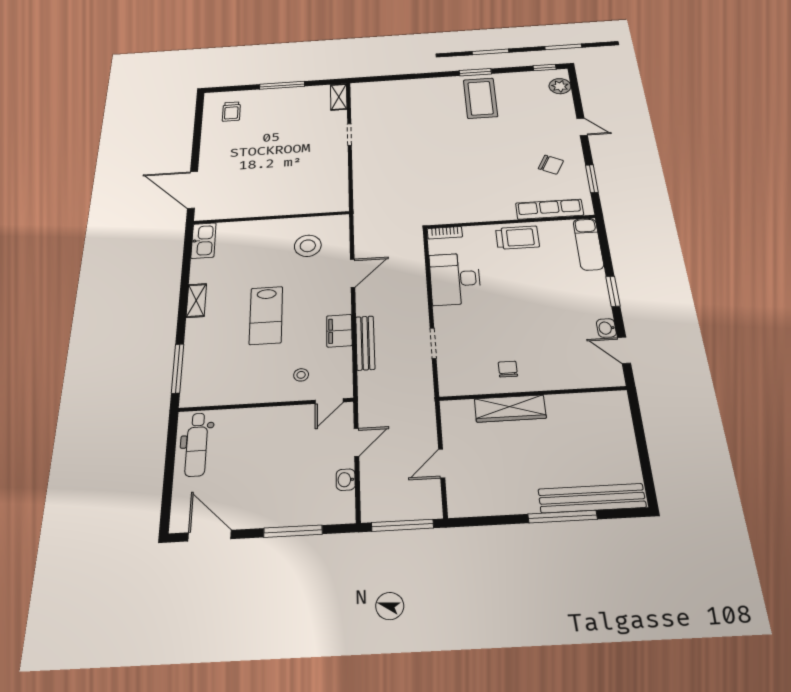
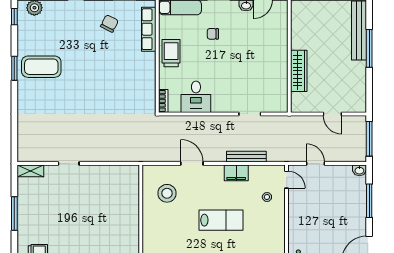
desk: (455, 279) -> (196, 97), width x0.73
chair: (508, 369) -> (213, 34), moved
washbasin: (346, 480) -> (359, 170), moved

